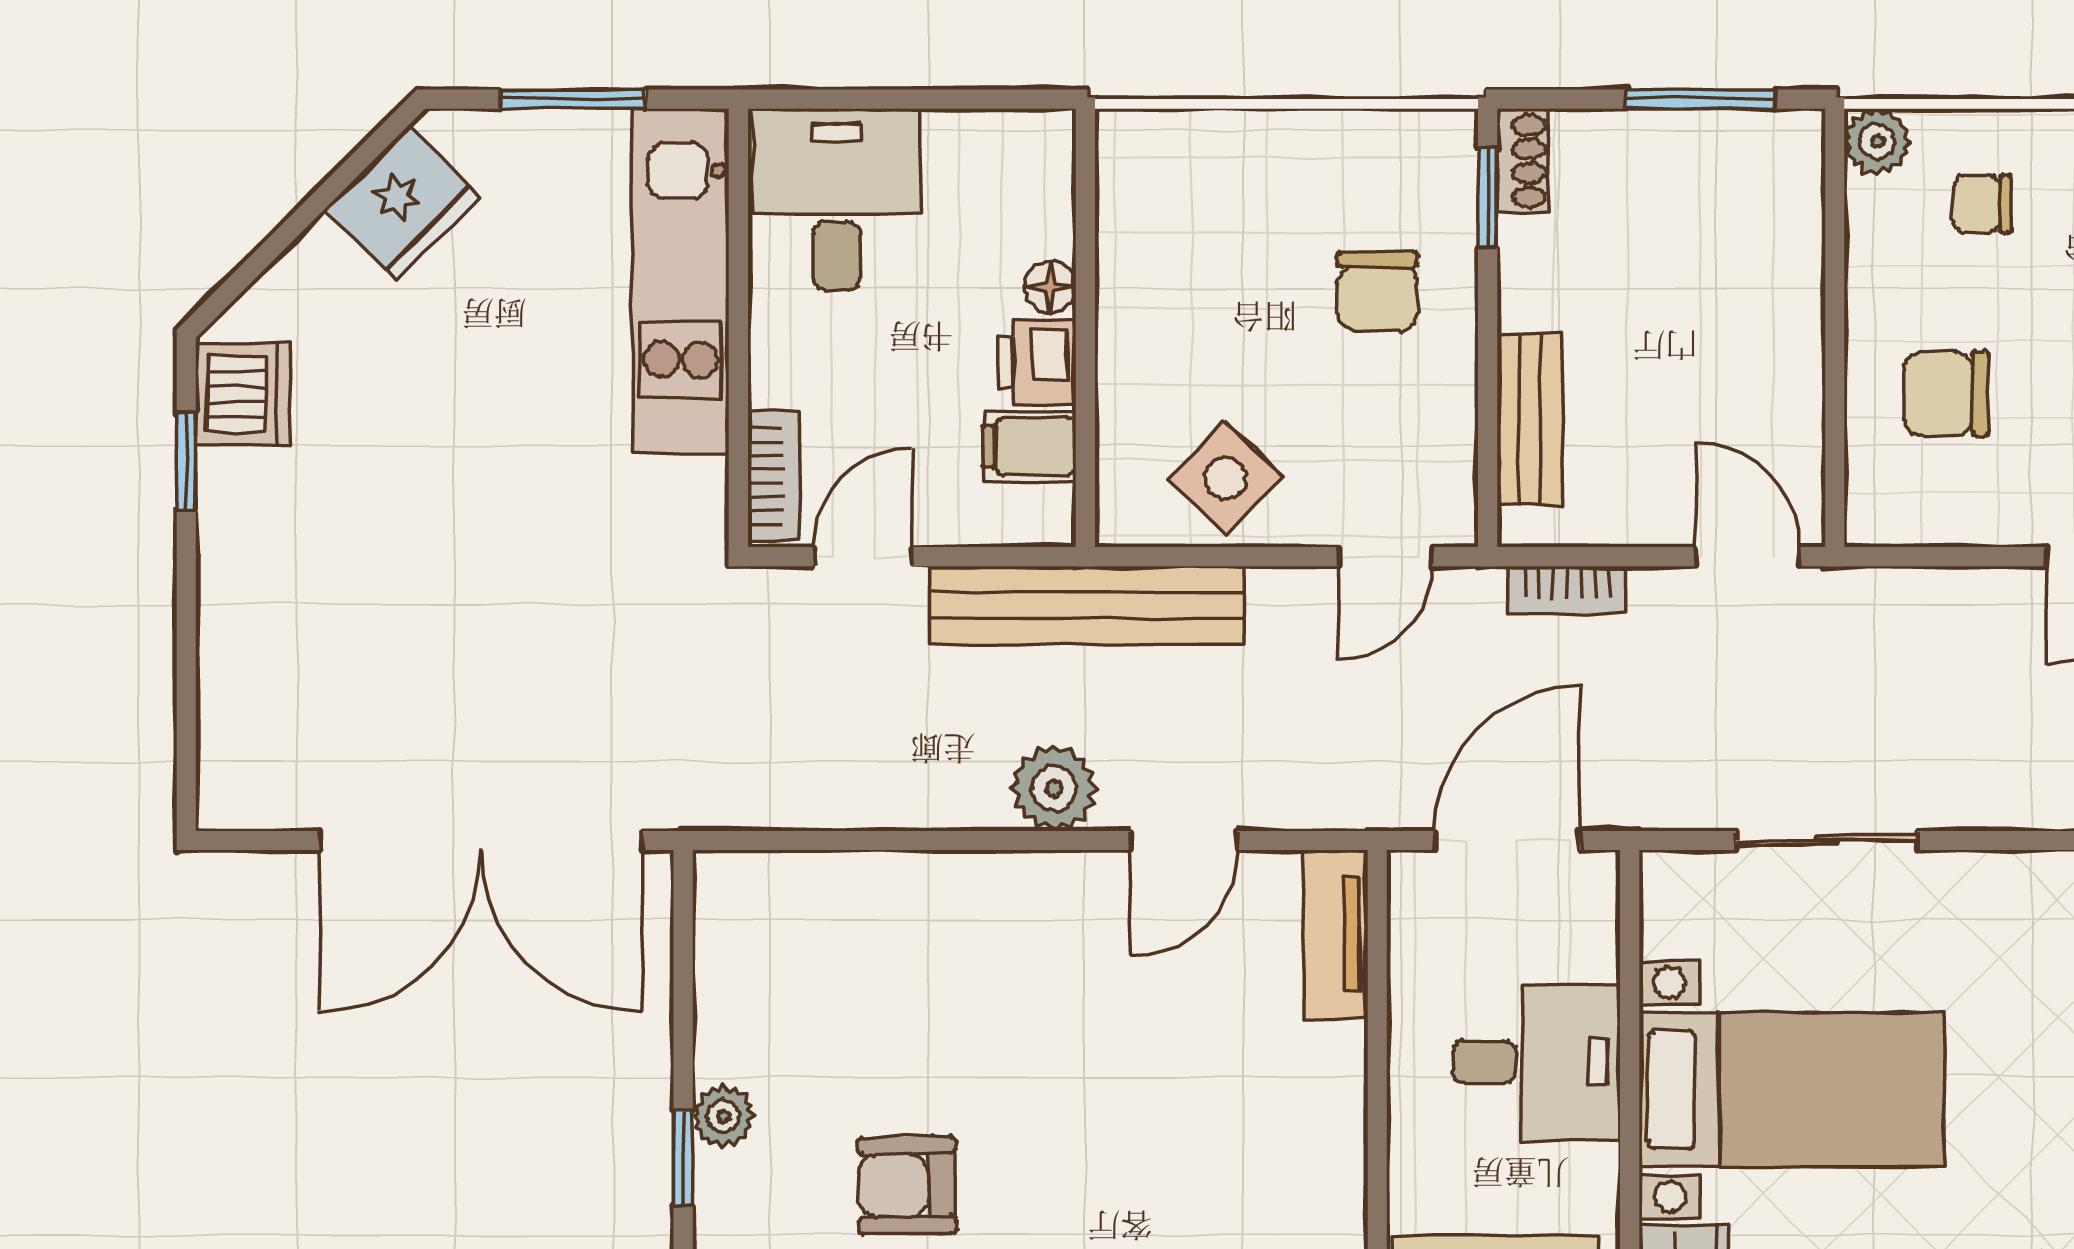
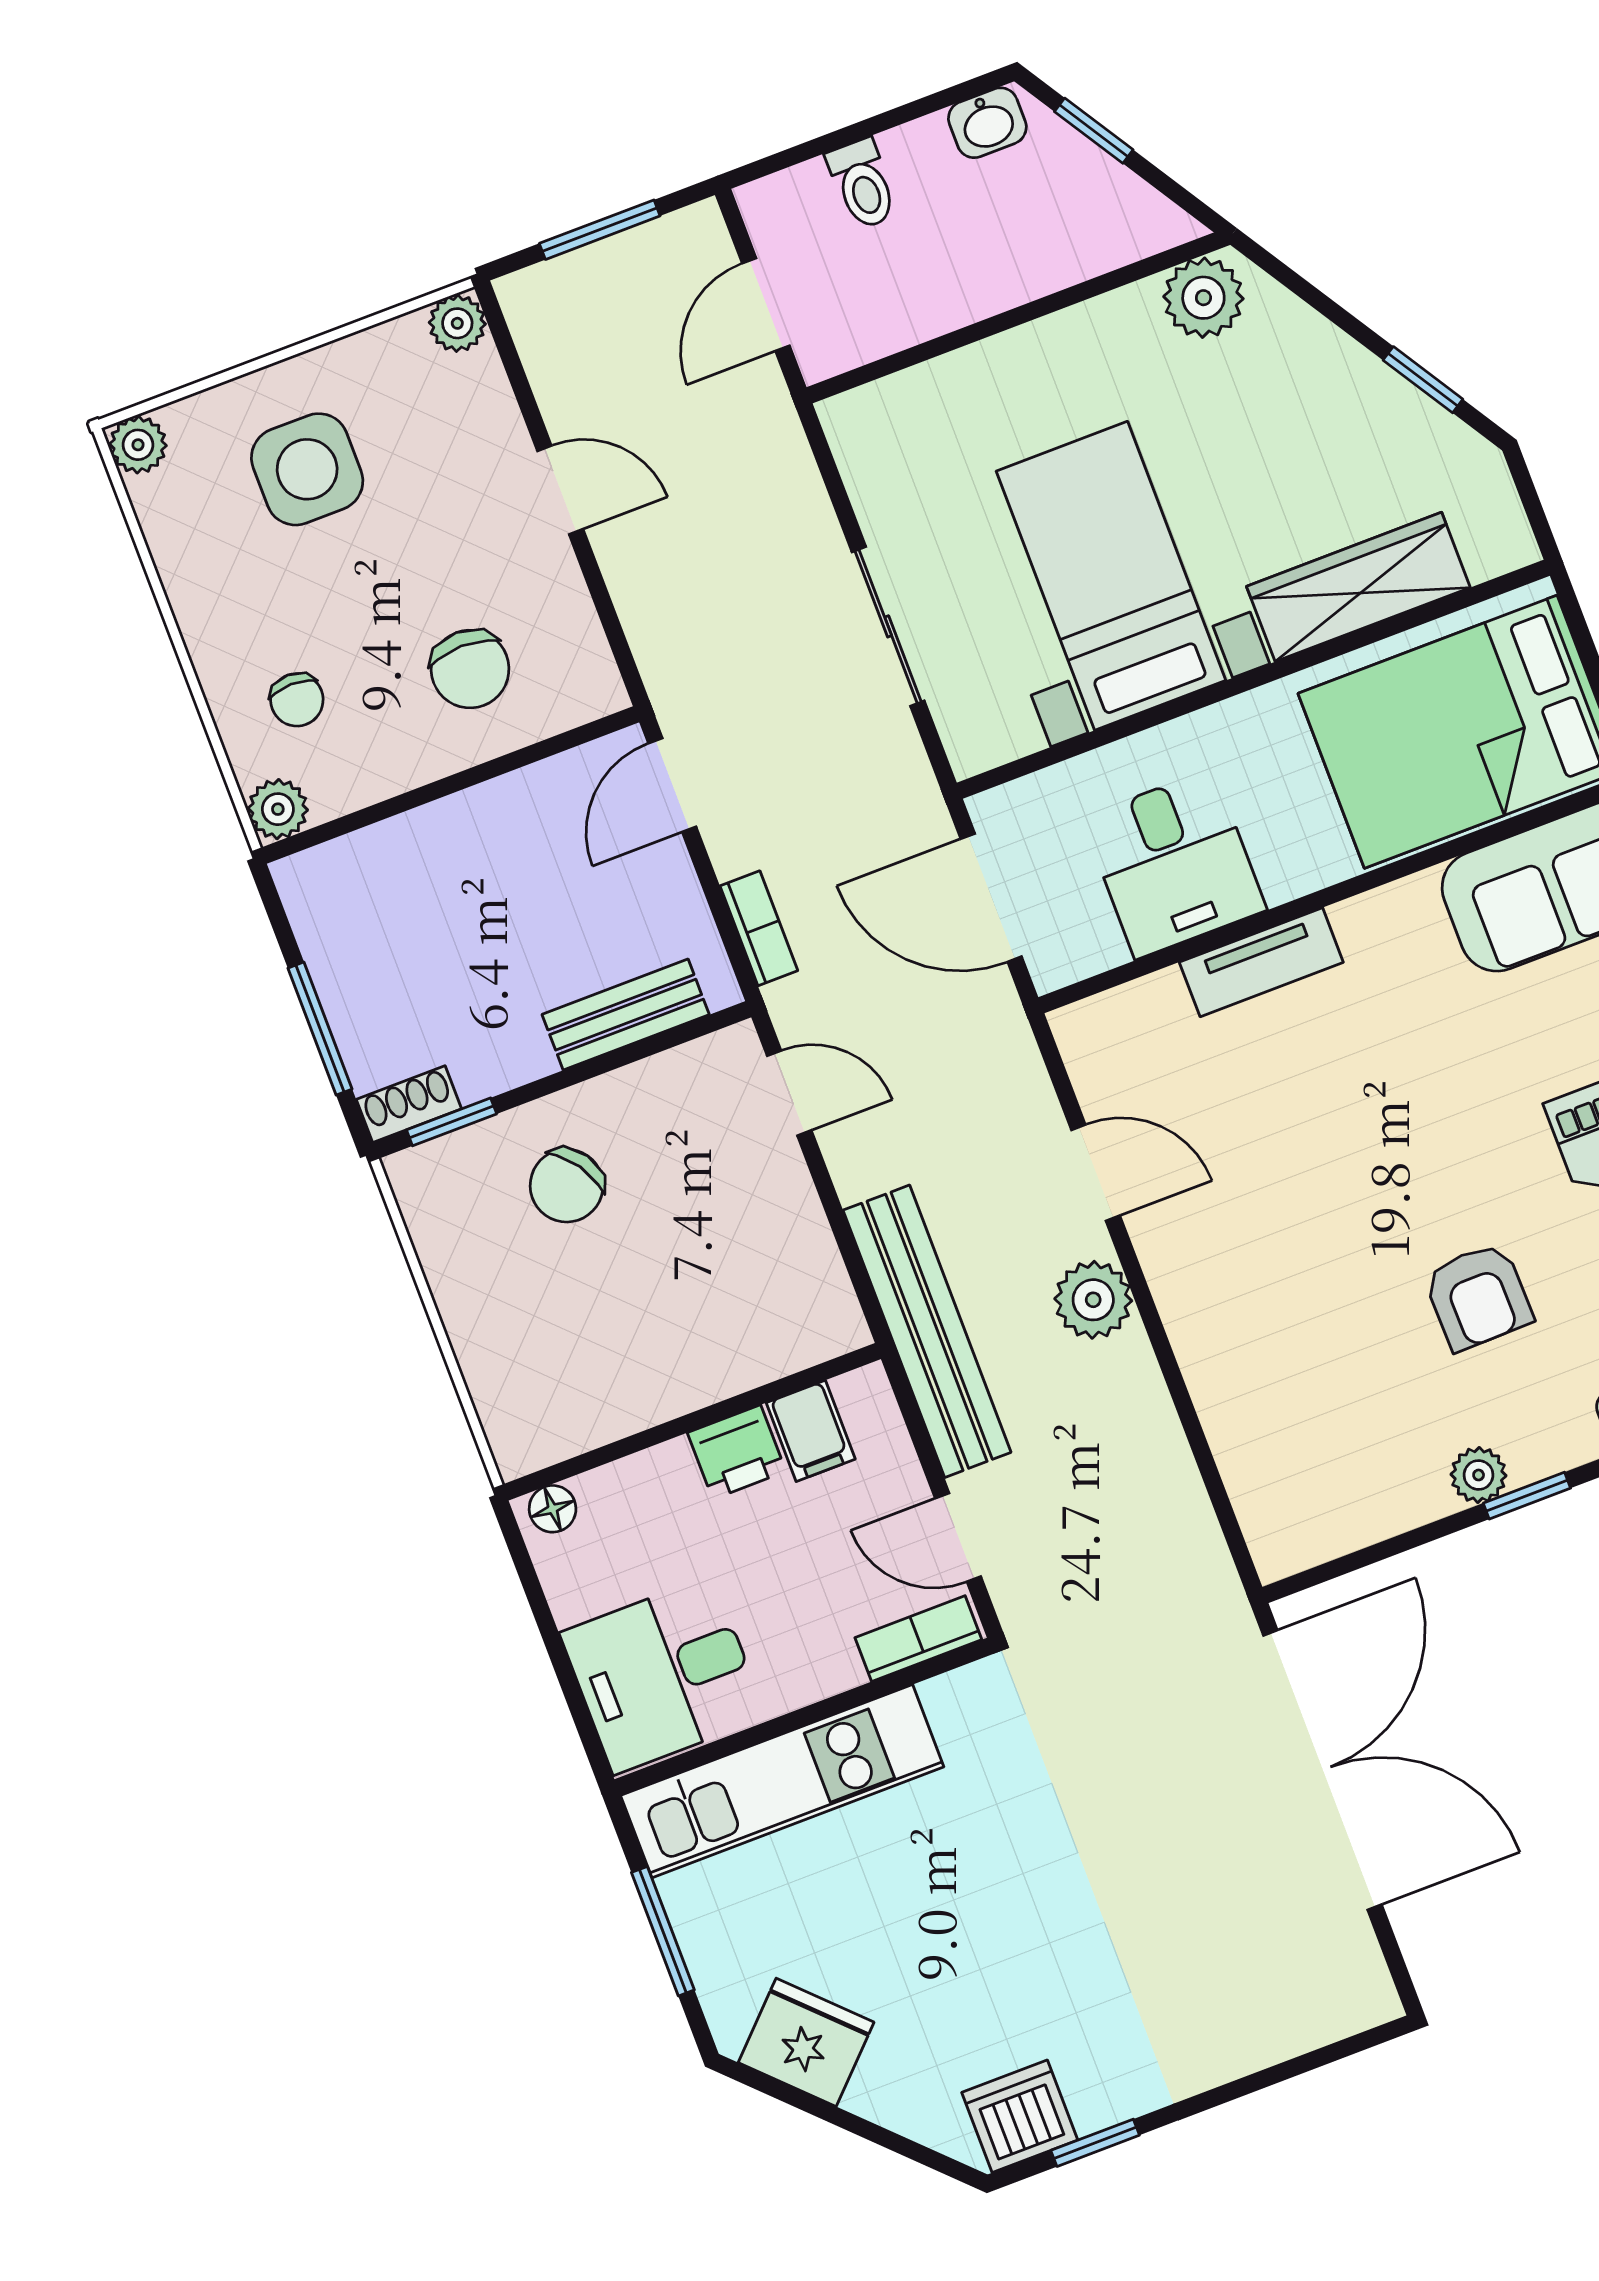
window: (1701, 99) -> (320, 1029), moved
floor lamp: (1050, 287) -> (553, 1509), moved
chair: (1377, 291) -> (567, 1186), turned 146
side table: (1226, 478) -> (774, 1254), removed
tv unit: (1336, 934) -> (1261, 962), moved
desk: (1536, 1062) -> (1174, 864), moved, turned 180

